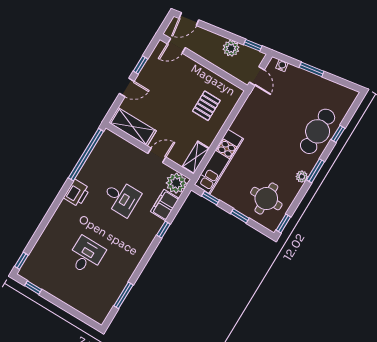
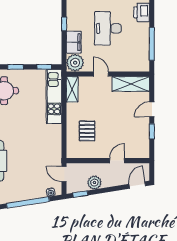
door: (176, 46) -> (117, 161), moved
window: (312, 69) -> (28, 202), width x2.11
window: (86, 155) -> (152, 44), width x0.68
door: (157, 155) -> (101, 74), swing flipped
desk: (121, 198) -> (108, 28), width x1.37

